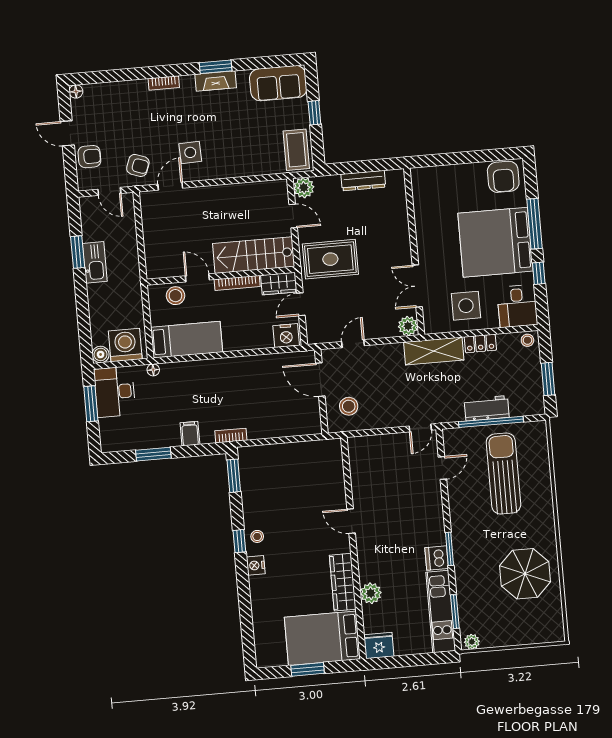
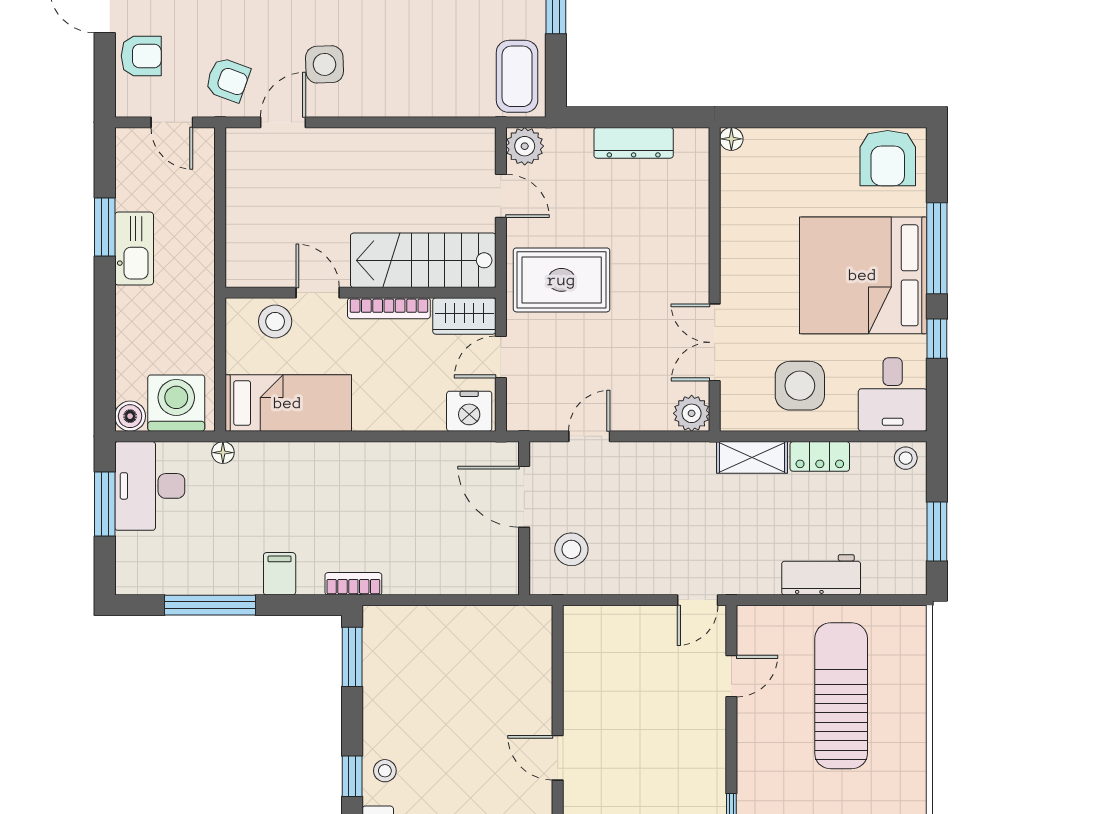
floor lamp: (417, 174) -> (731, 139), added
shelving: (434, 351) -> (752, 457), width x0.67, depth x0.75
window: (491, 422) -> (827, 600), removed
window: (153, 454) -> (210, 605), width x1.44

